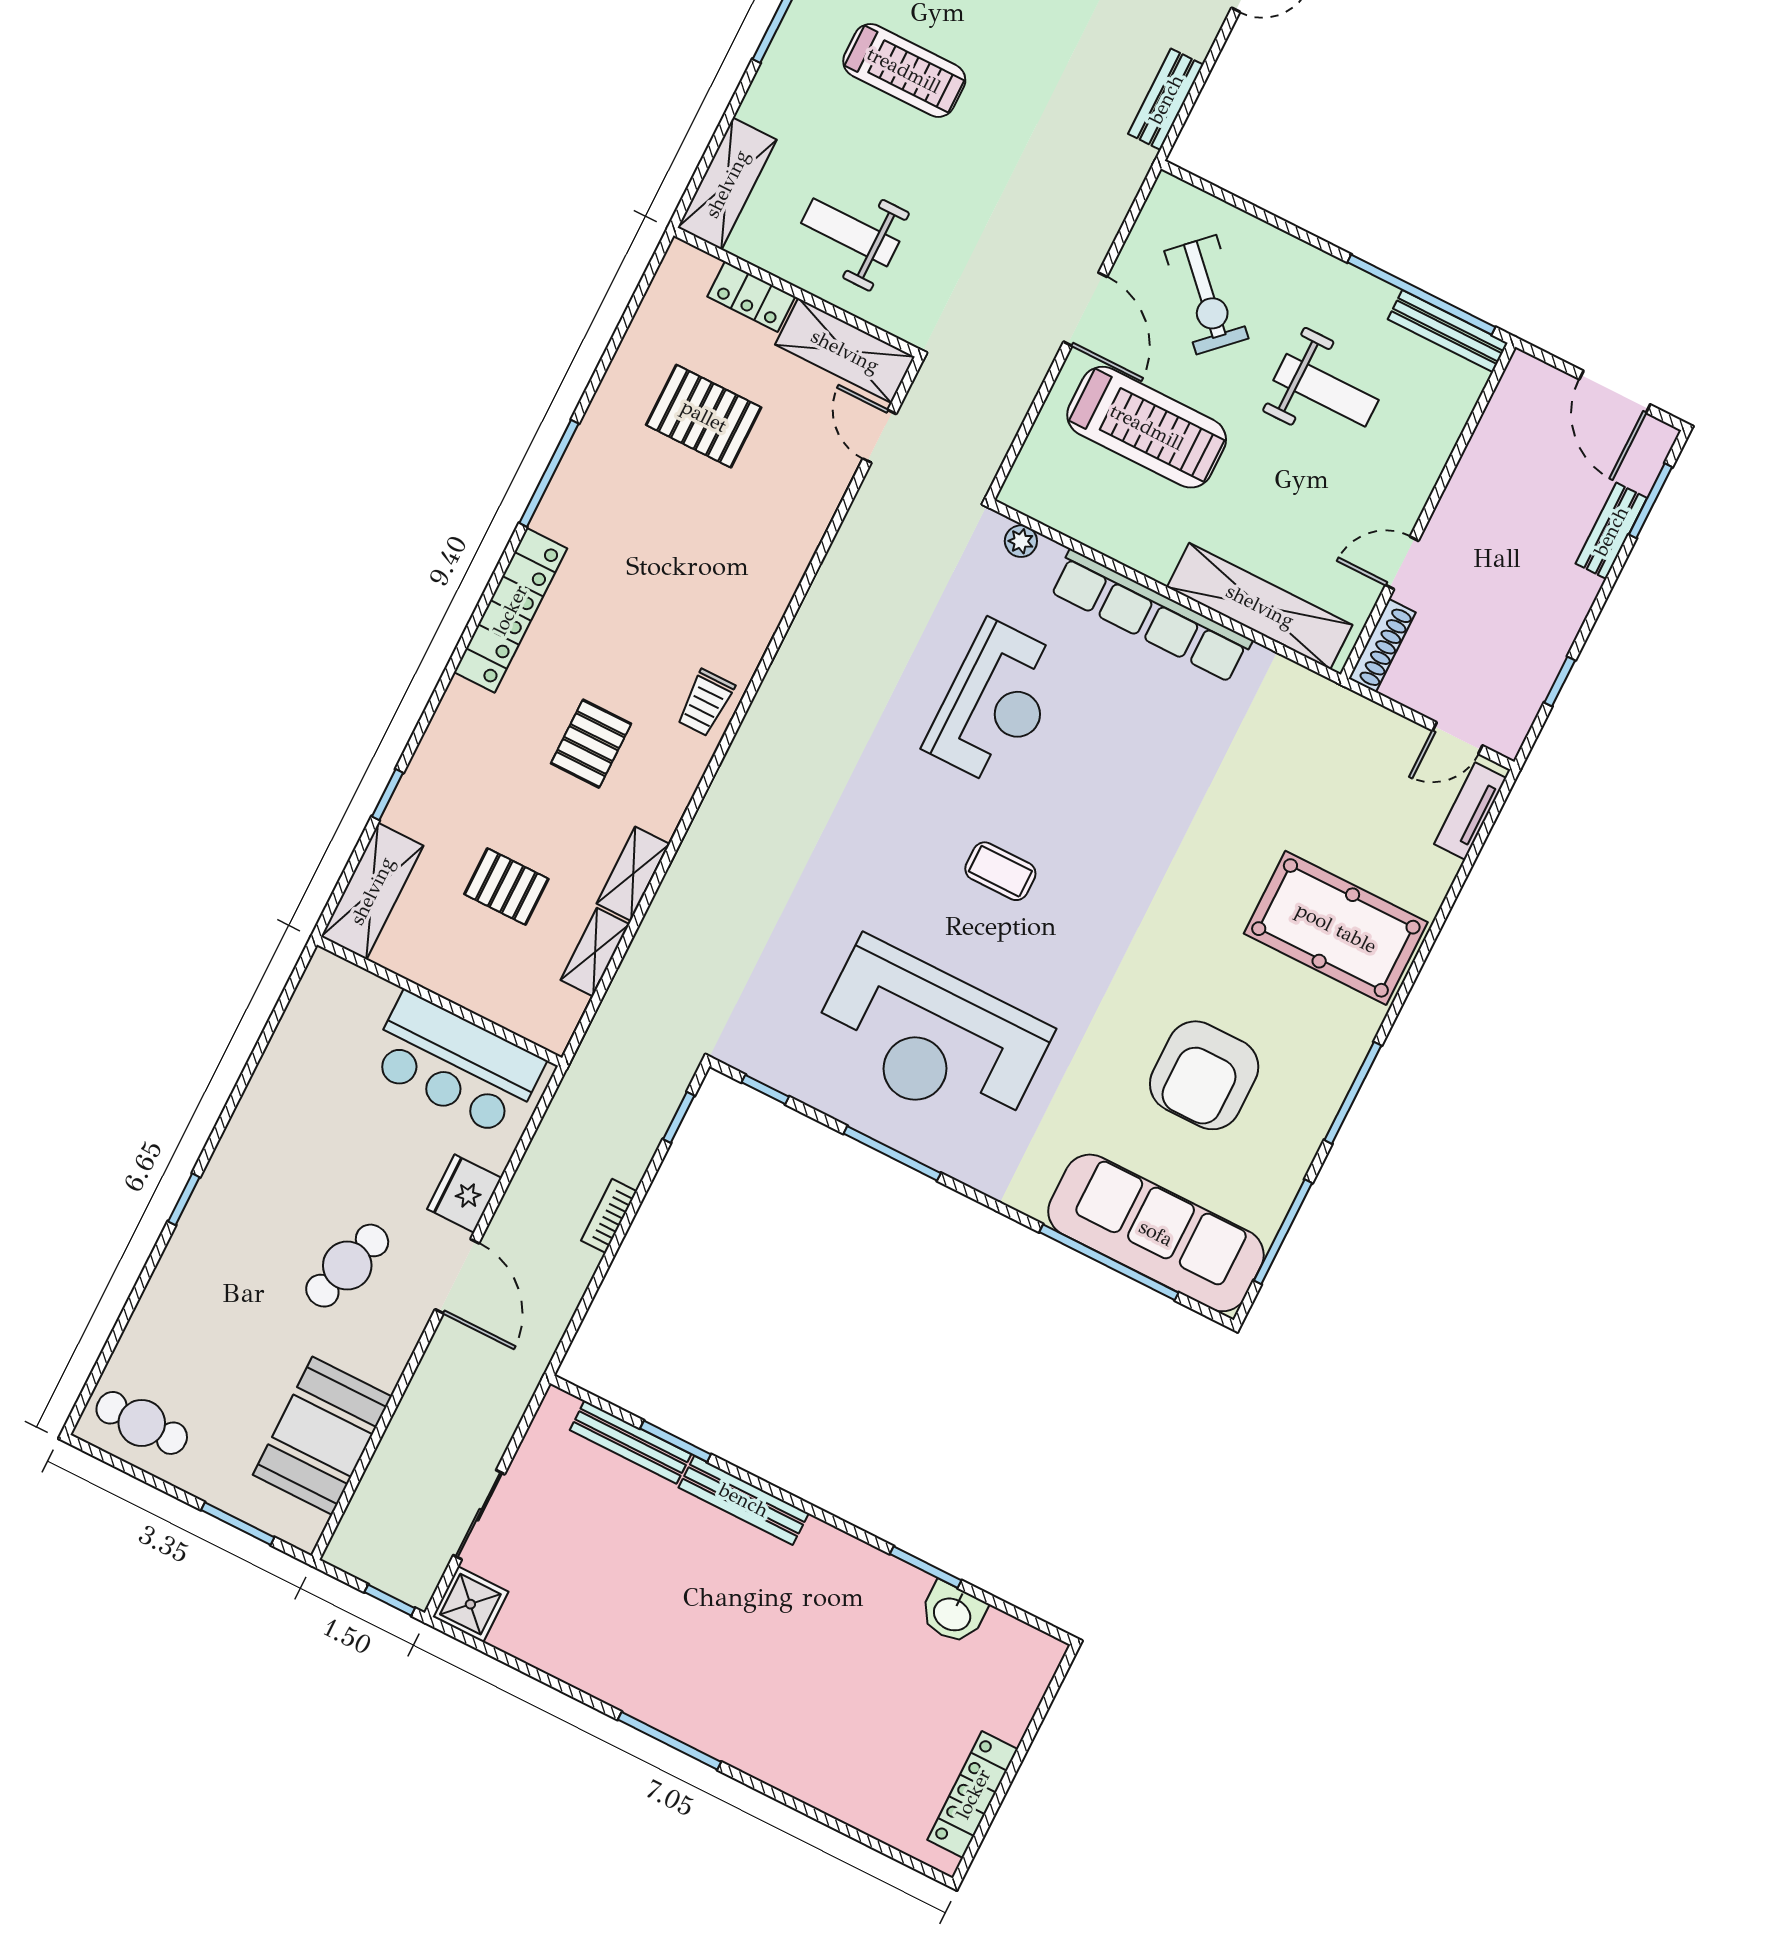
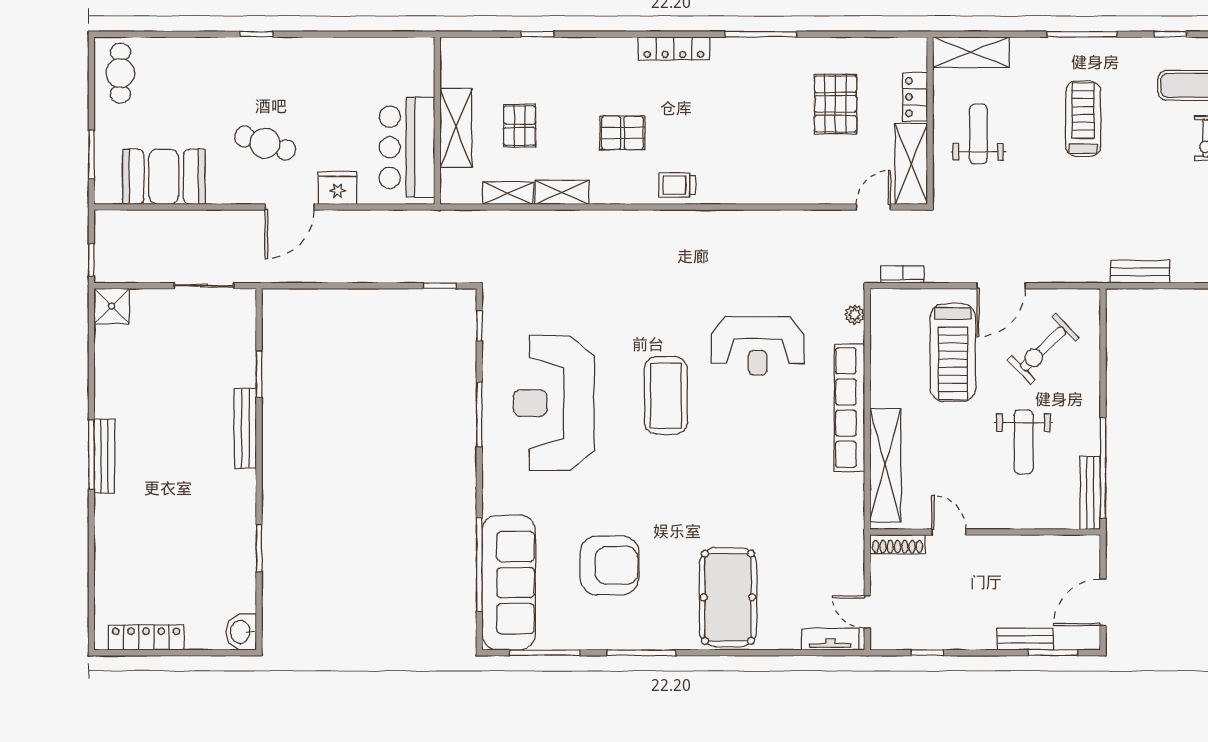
treadmill: (904, 70) -> (1083, 119), turned 180
locker: (510, 610) -> (674, 49), width x0.71, depth x0.83
coffee table: (1000, 871) -> (666, 395), width x1.86, depth x1.72
shelving: (372, 891) -> (456, 128), moved, turned 90
armchair: (1204, 1075) -> (609, 565), turned 180
bookcase: (609, 1216) -> (903, 274), moved
bench: (631, 1442) -> (104, 456), moved
sliding door: (479, 1515) -> (204, 286), moved
washbasin: (953, 1613) -> (241, 632), moved

